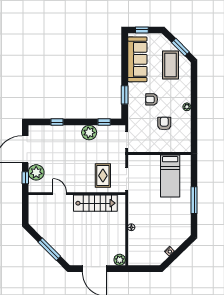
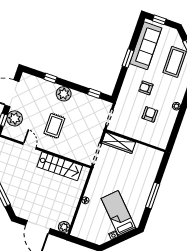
window: (125, 95) -> (128, 58), moved
plant: (89, 133) -> (64, 94), moved
wardrobe: (144, 161) -> (119, 143), added
rug: (103, 176) -> (54, 126), moved
bed: (170, 176) -> (118, 213), moved, turned 136

